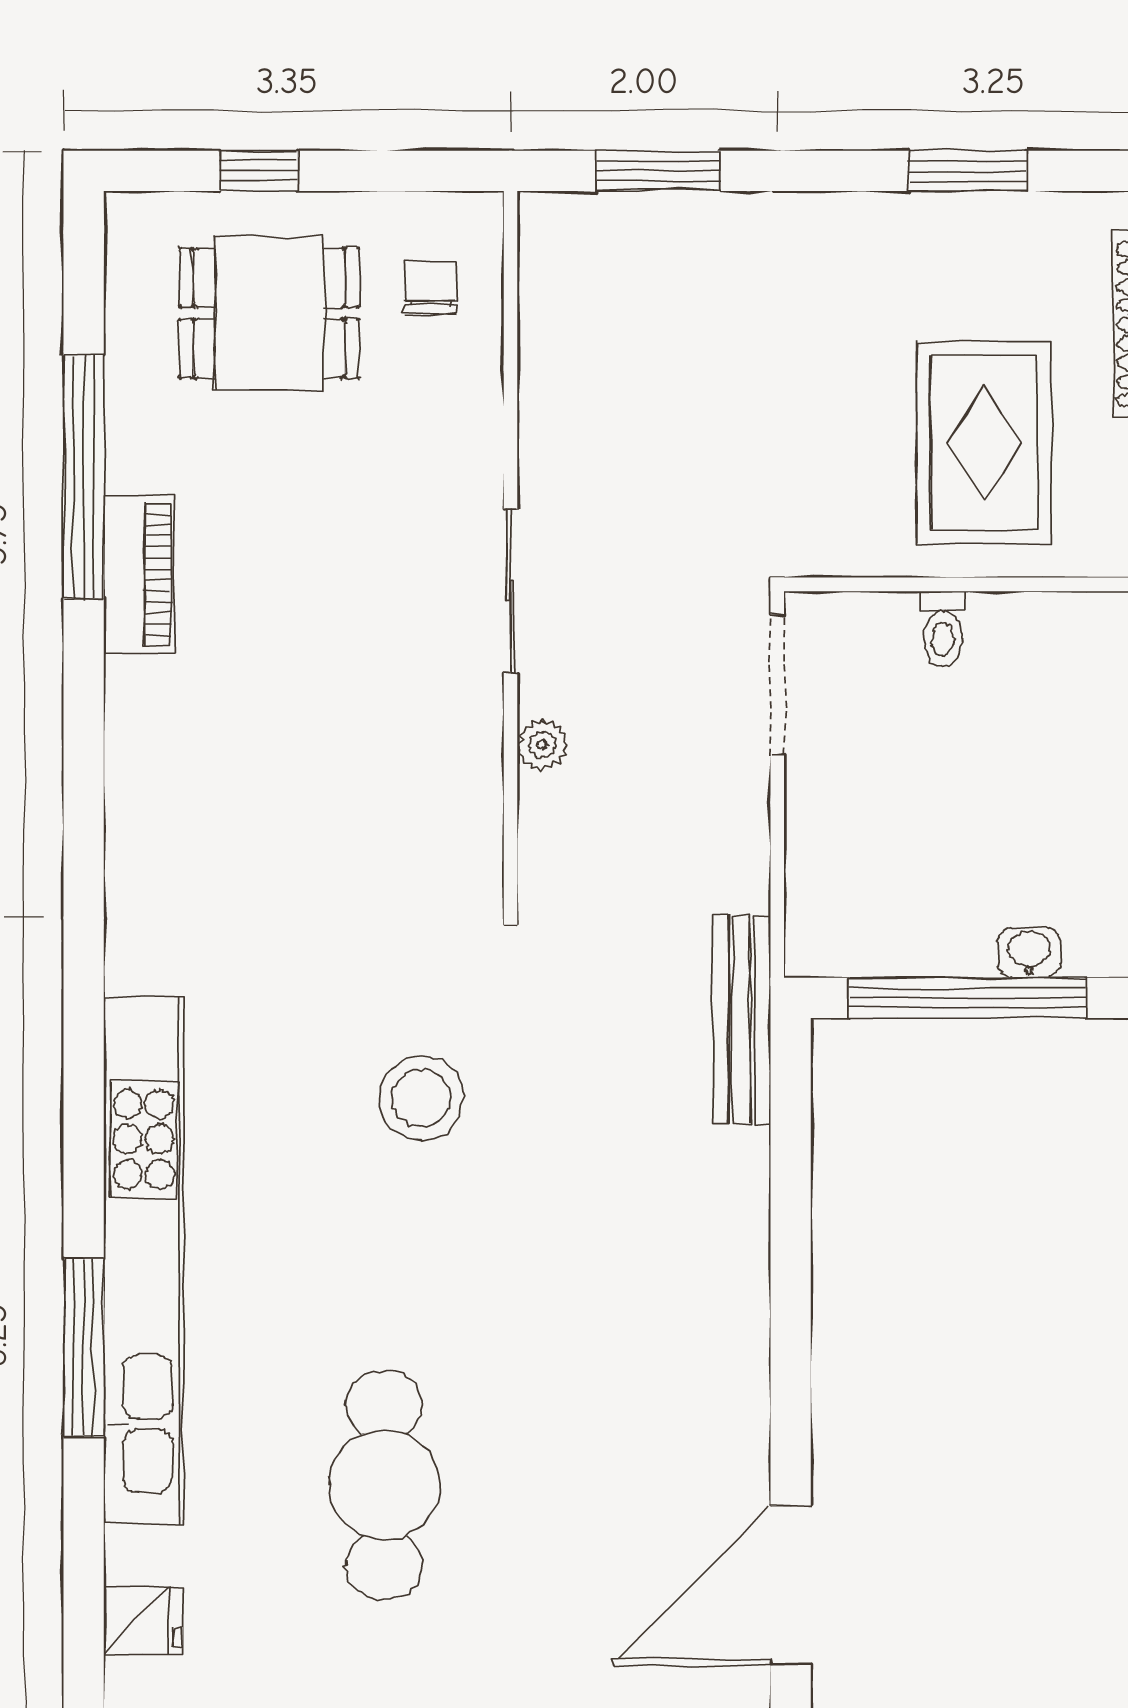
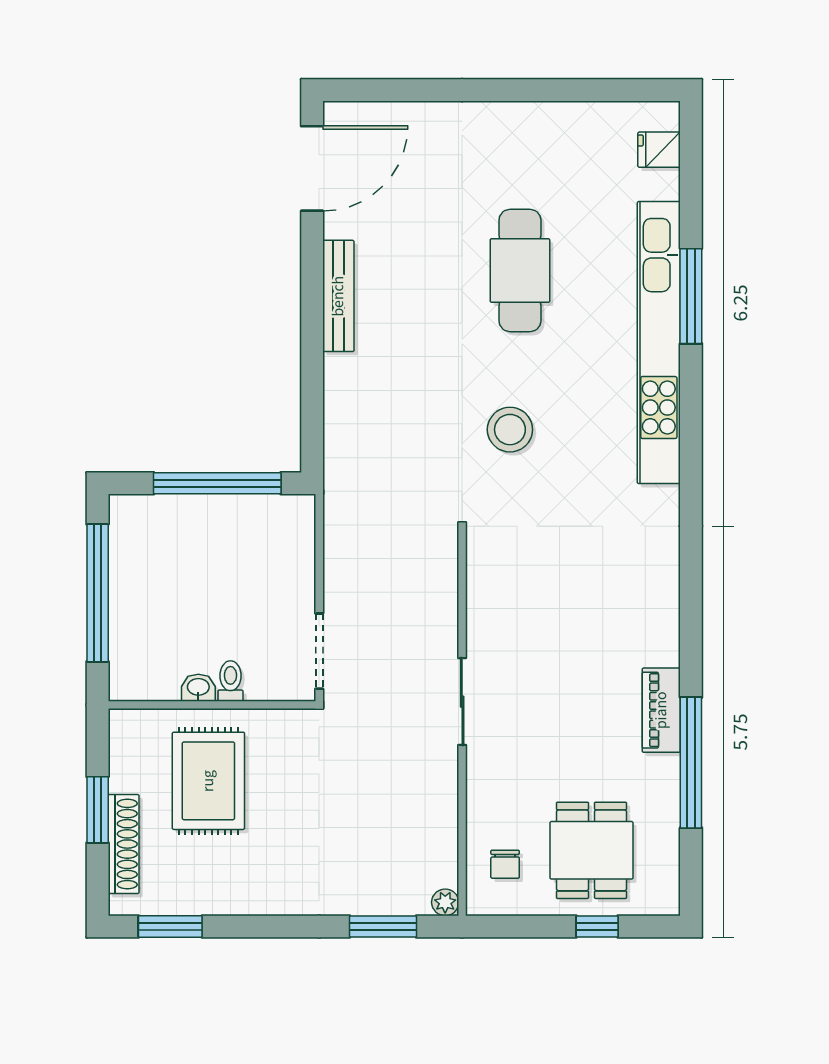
window: (968, 171) -> (170, 926), moved
dining table: (269, 313) -> (592, 850), turned 90
plant: (542, 745) -> (445, 902), moved
washbasin: (1029, 953) -> (198, 688), moved, turned 180
bench: (742, 1020) -> (338, 296), moved
cafe table: (384, 1485) -> (520, 271), moved

